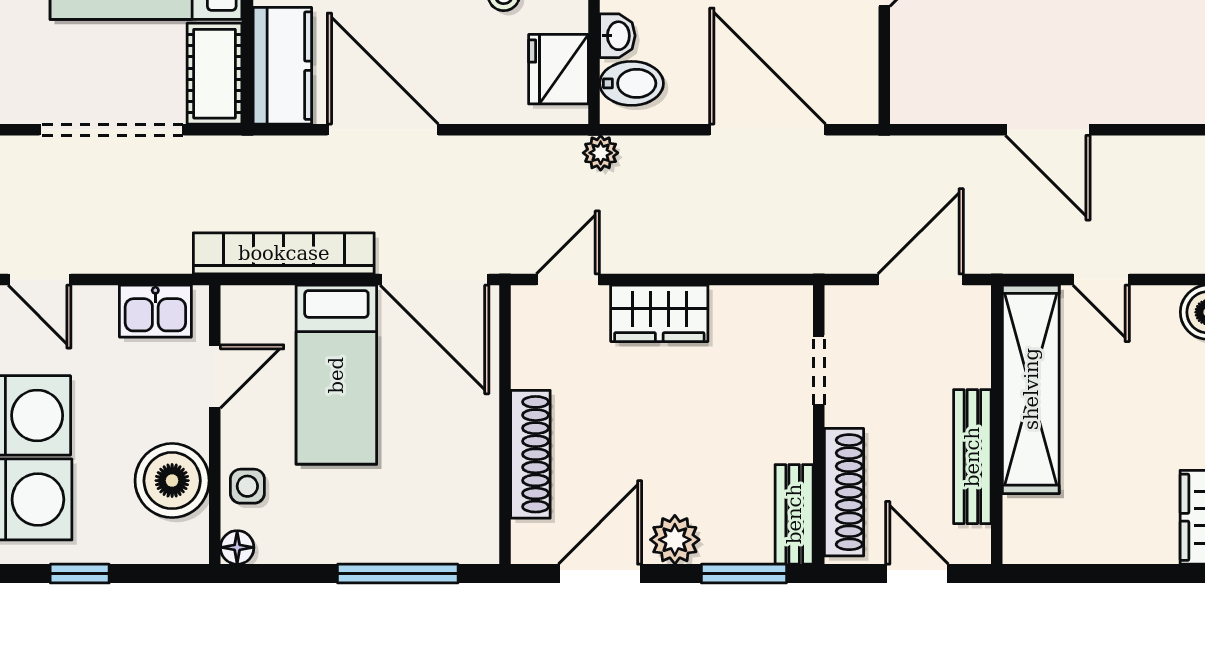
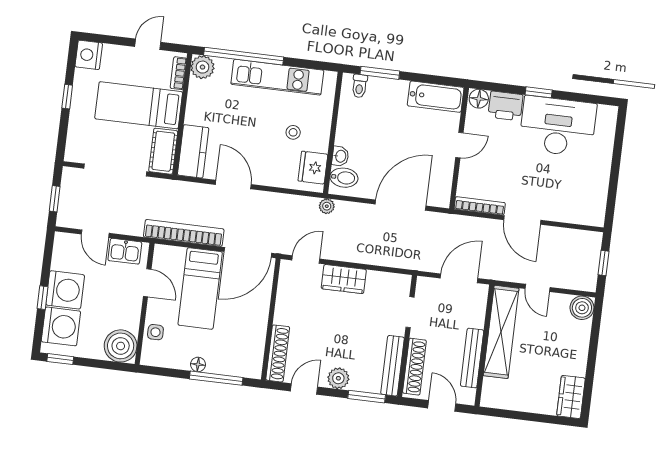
bookcase: (947, 109) -> (480, 206), added
door: (383, 130) -> (233, 185), width x0.73
door: (768, 130) -> (401, 205), hinge flipped
door: (40, 280) -> (95, 234), moved
door: (435, 280) -> (248, 252), hinge flipped
door: (215, 376) -> (147, 283), hinge flipped
shoe rack: (530, 454) -> (278, 353), moved
boiler: (172, 481) -> (121, 346), moved
bench: (794, 514) -> (393, 366), width x1.36
floor lamp: (237, 547) -> (198, 364), moved
window: (80, 574) -> (60, 359), moved
door: (600, 574) -> (304, 389), width x0.73

